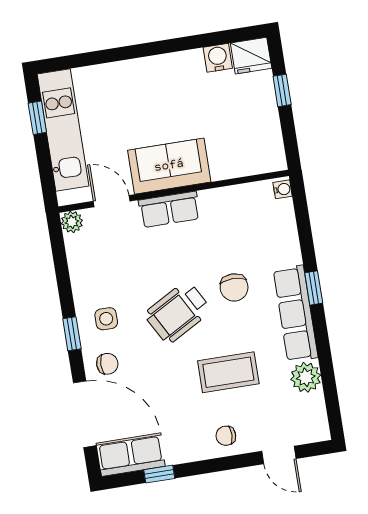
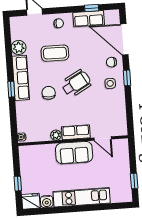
kitchen unit: (63, 130) -> (82, 197), moved, turned 90
plant: (72, 222) -> (56, 135), moved
row of seats: (131, 456) -> (89, 19), moved

